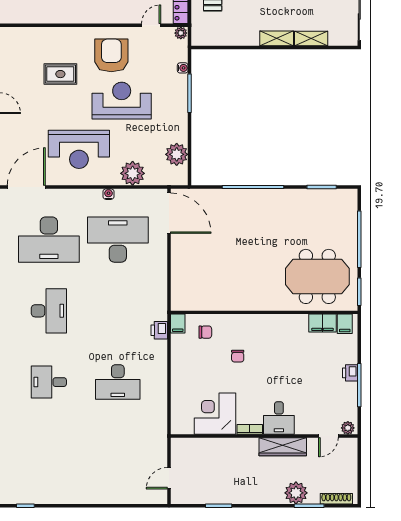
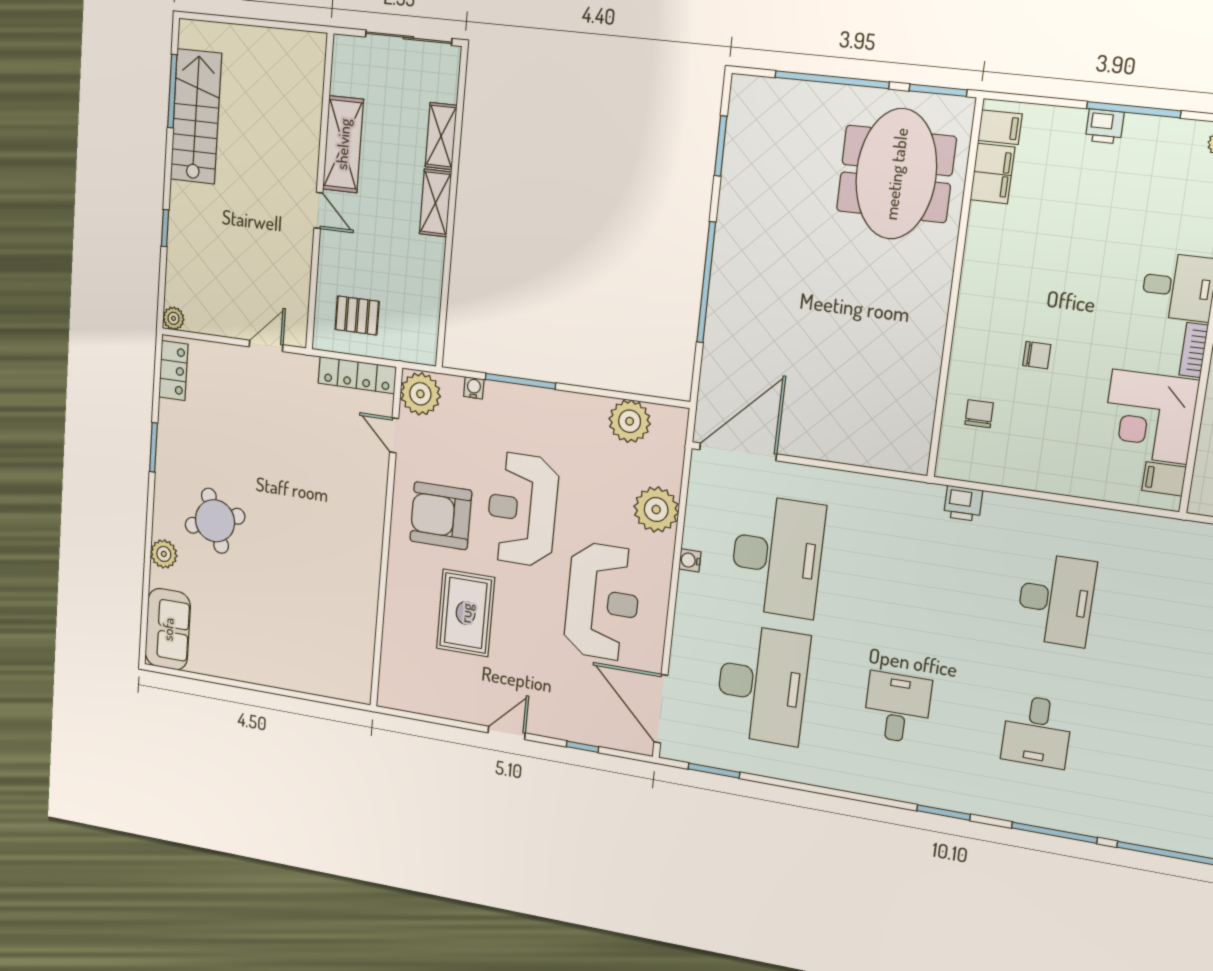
plant: (181, 33) -> (420, 394), width x1.88, depth x1.88
rug: (60, 74) -> (466, 613), width x1.36, depth x1.43
desk: (118, 240) -> (777, 556), turned 180
desk: (49, 311) -> (897, 708), width x0.73
filing cabinet: (178, 324) -> (1164, 479), moved, turned 180

